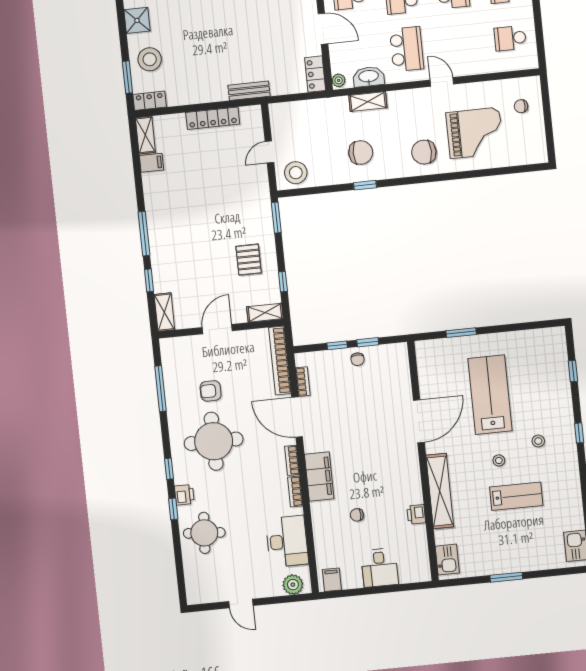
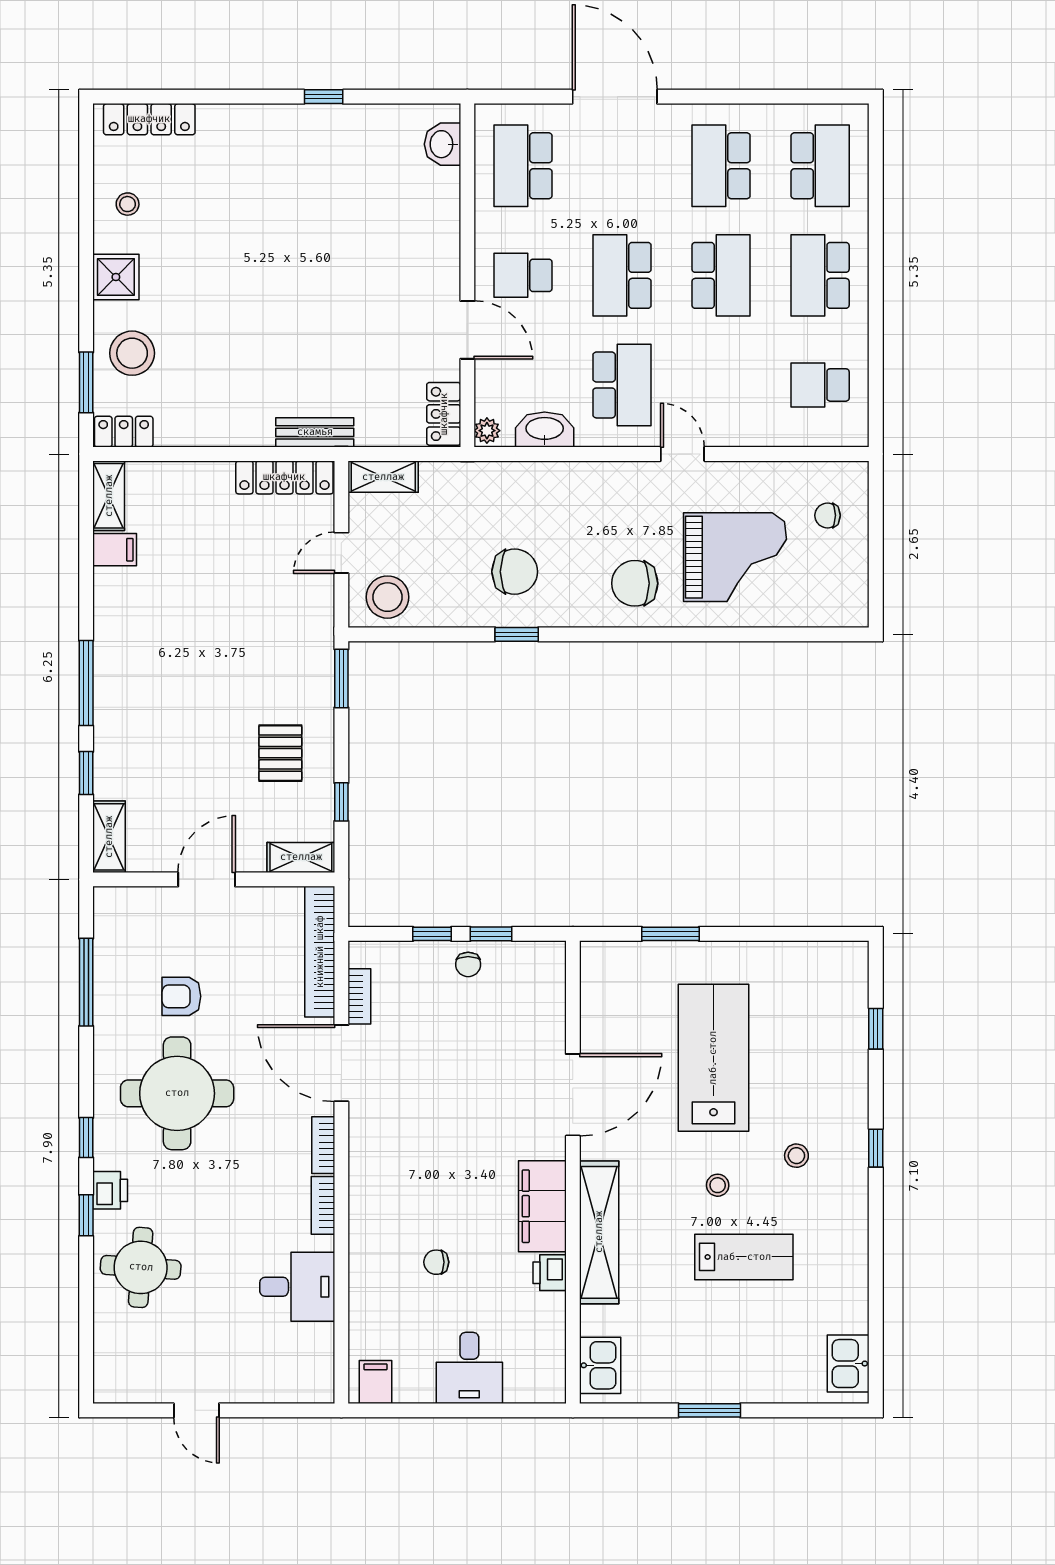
shelving: (368, 102) -> (383, 477), moved
locker: (213, 118) -> (284, 477), moved
filing cabinet: (319, 477) -> (542, 1206), moved, turned 180
desk: (287, 541) -> (297, 1287), width x0.73
plant: (293, 585) -> (300, 1384), removed

